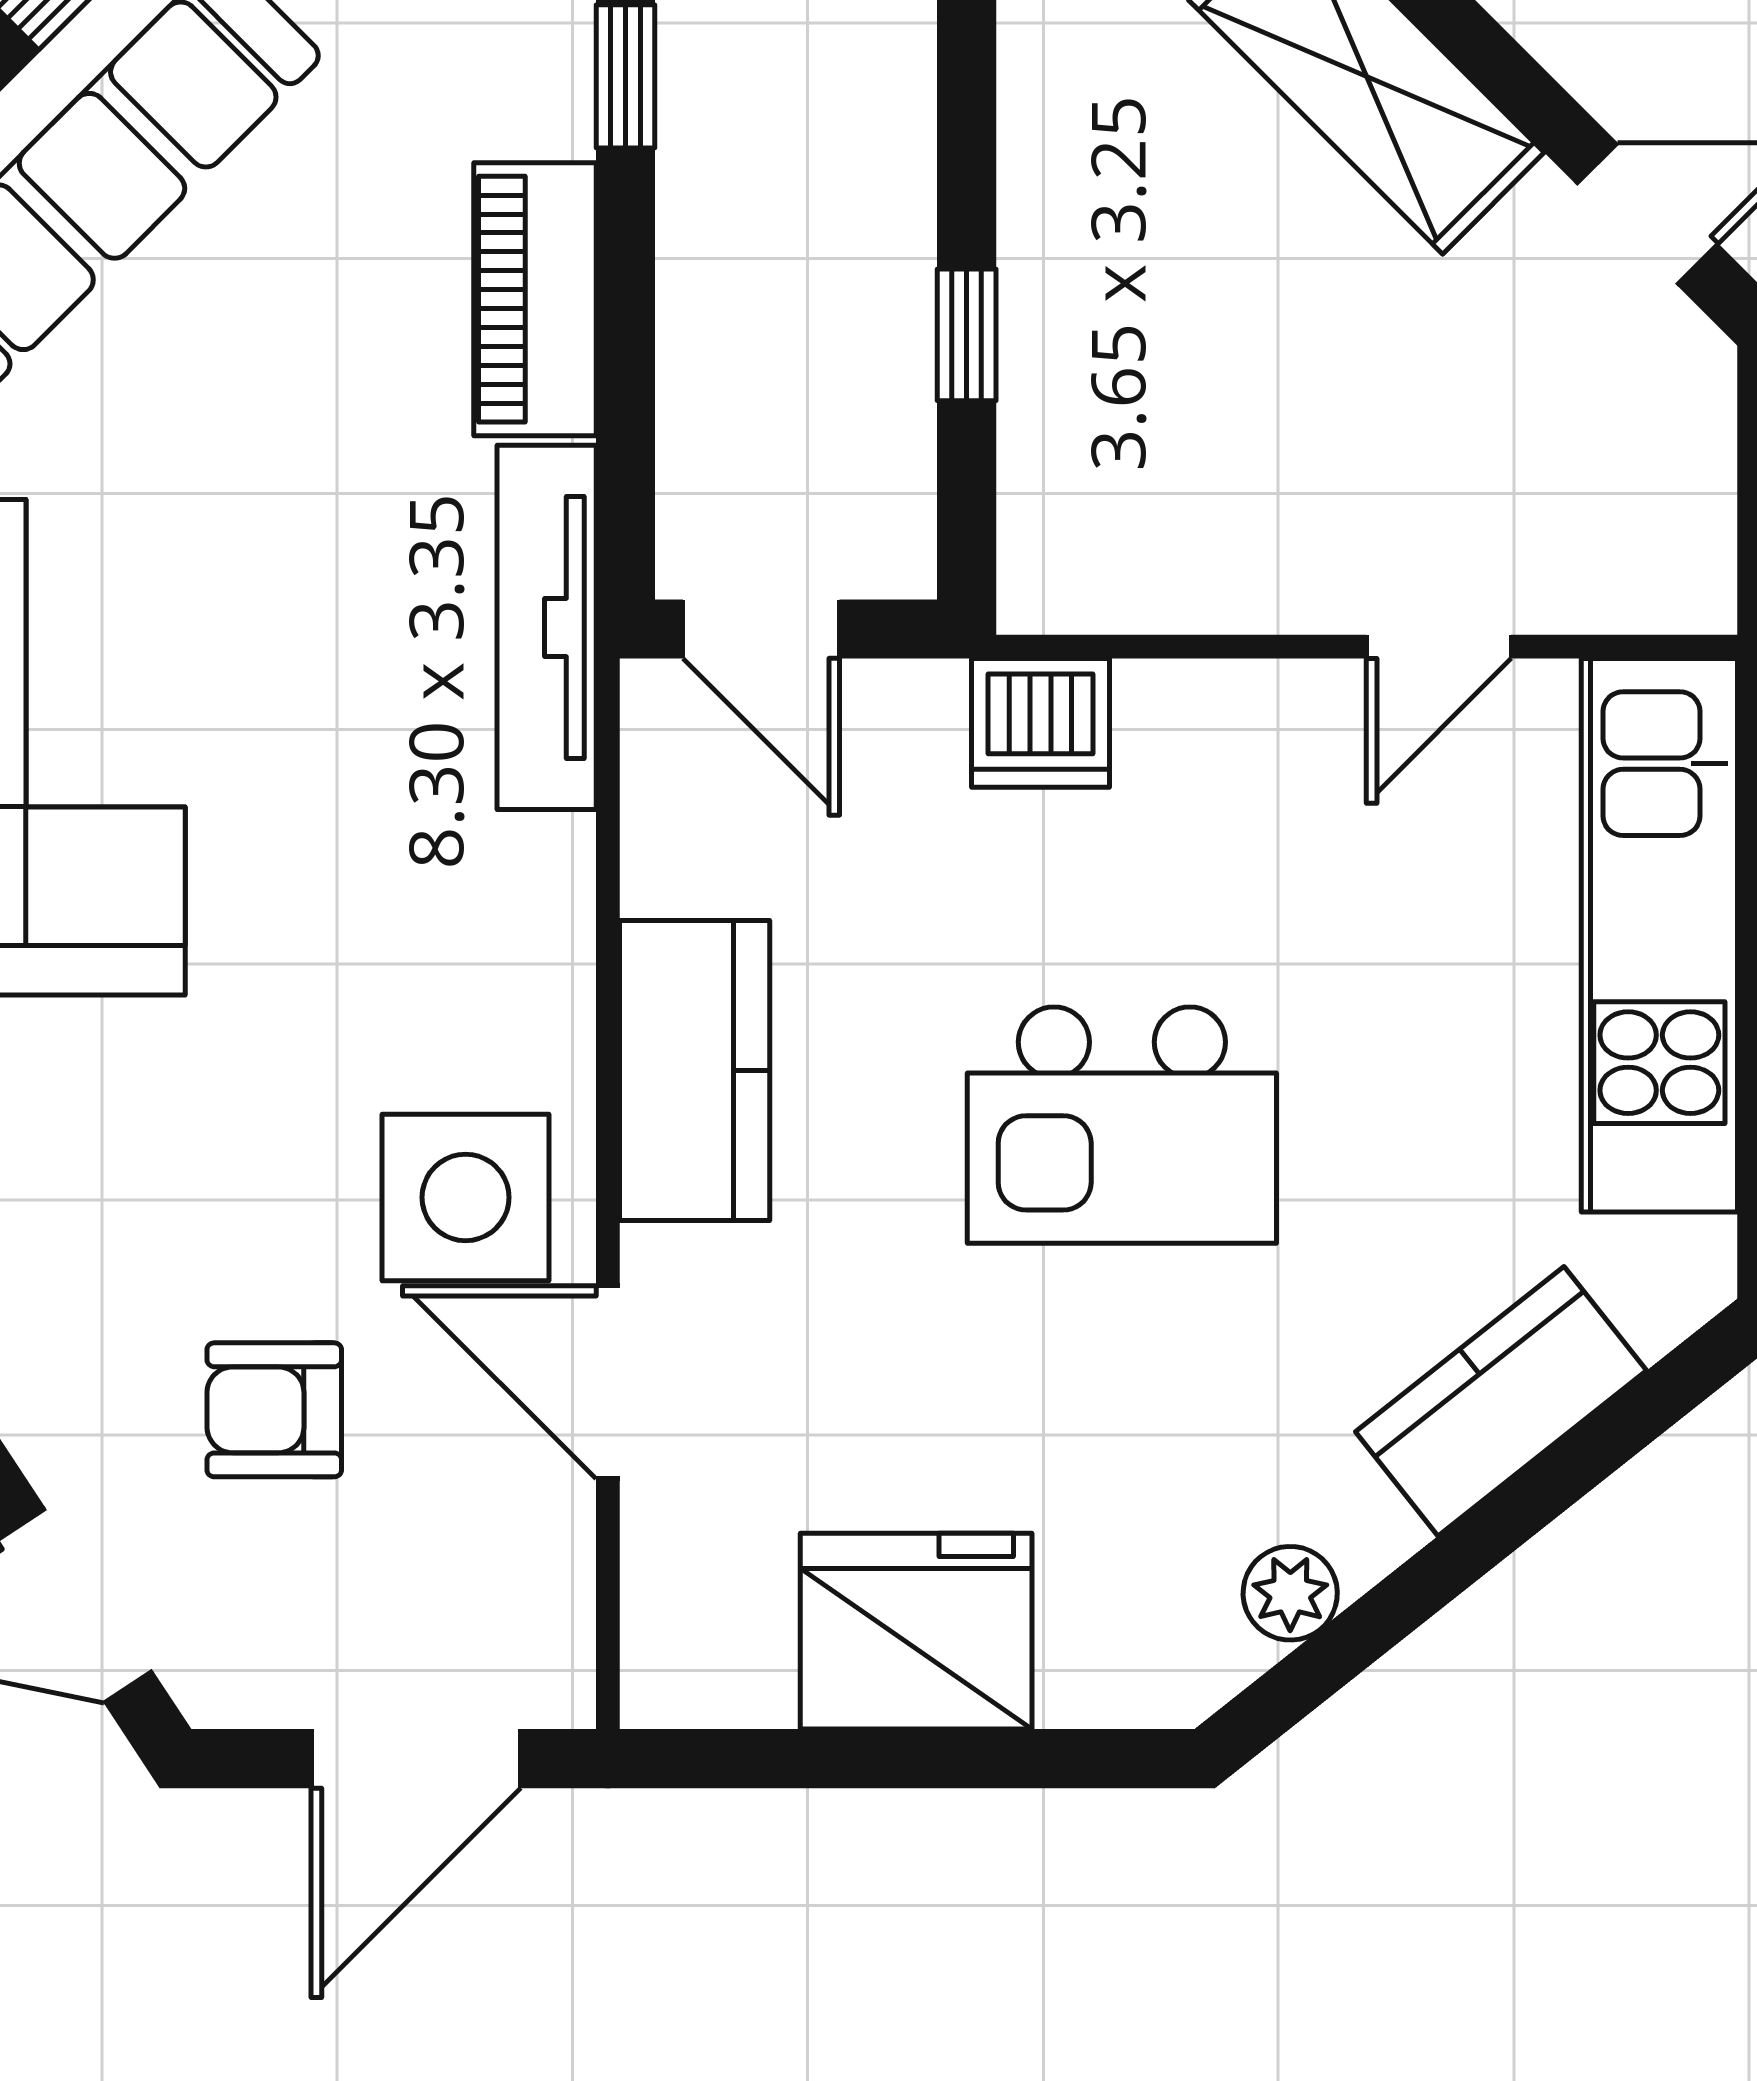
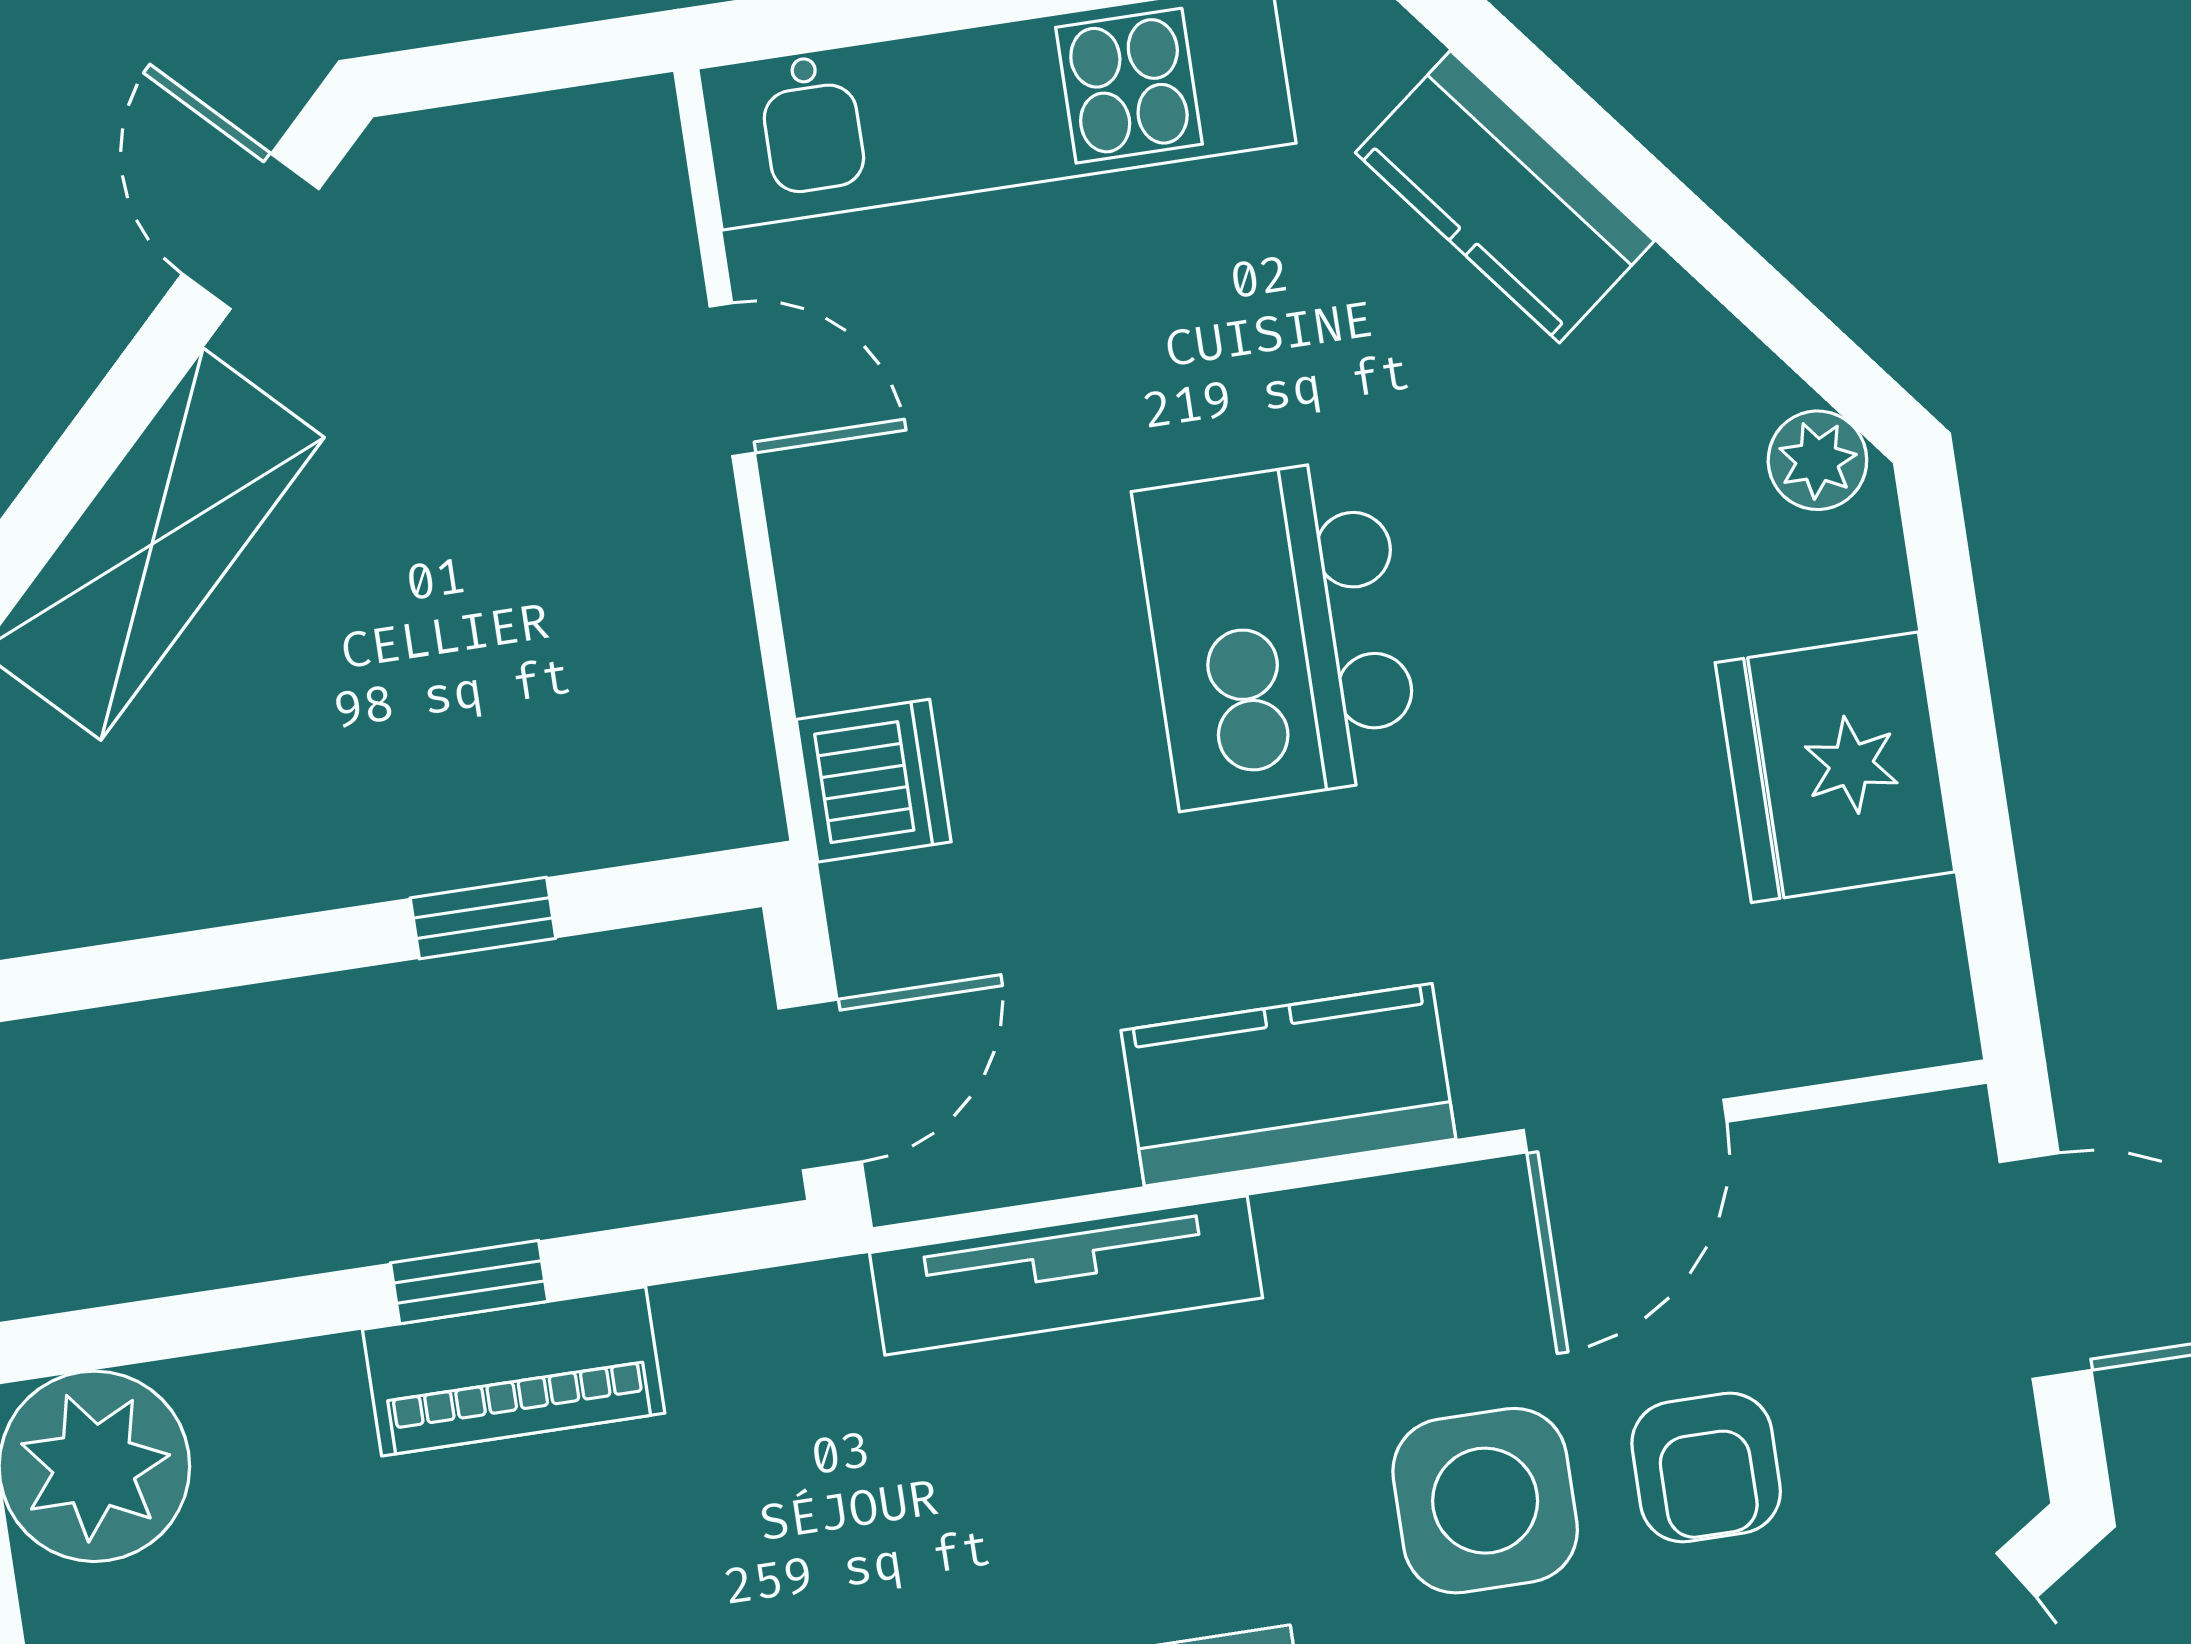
window: (625, 76) -> (469, 1282), moved
tv unit: (547, 627) -> (1066, 1275), moved
kitchen island: (1122, 1125) -> (1278, 633), turned 180
side table: (466, 1197) -> (1485, 1501), moved
plant: (1290, 1593) -> (1817, 460), moved

